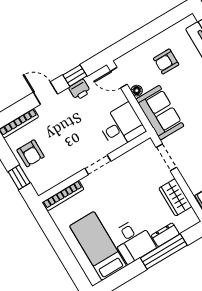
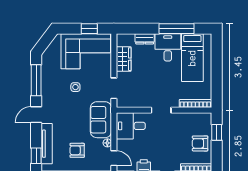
armchair: (166, 62) -> (77, 150), turned 180
armchair: (31, 153) -> (200, 143), turned -90
window: (164, 252) -> (177, 29), moved

